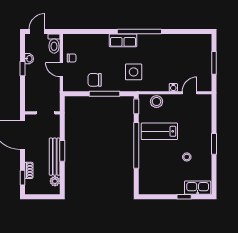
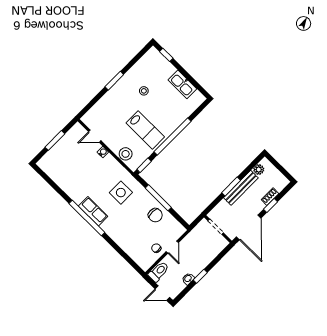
row of seats: (123, 40) -> (93, 211), moved
window: (22, 178) -> (271, 205), moved
kitchen sink: (198, 188) -> (182, 84), moved
window: (184, 197) -> (166, 55), moved

